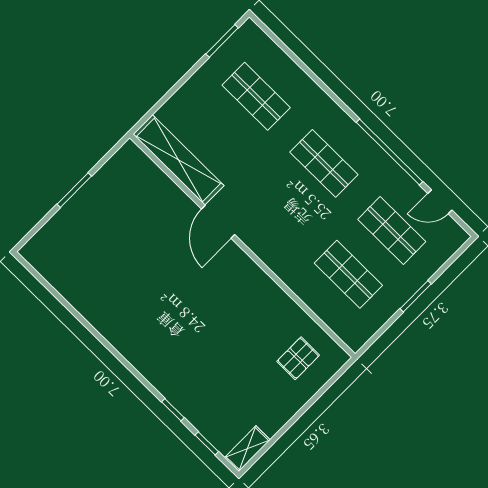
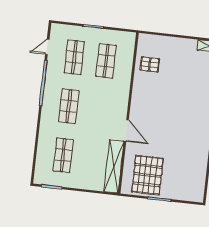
pallet: (125, 201) -> (147, 175), added
door: (440, 202) -> (47, 47), swing flipped
door: (218, 222) -> (126, 131), hinge flipped
pallet: (298, 358) -> (150, 64), moved

